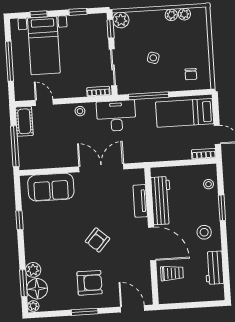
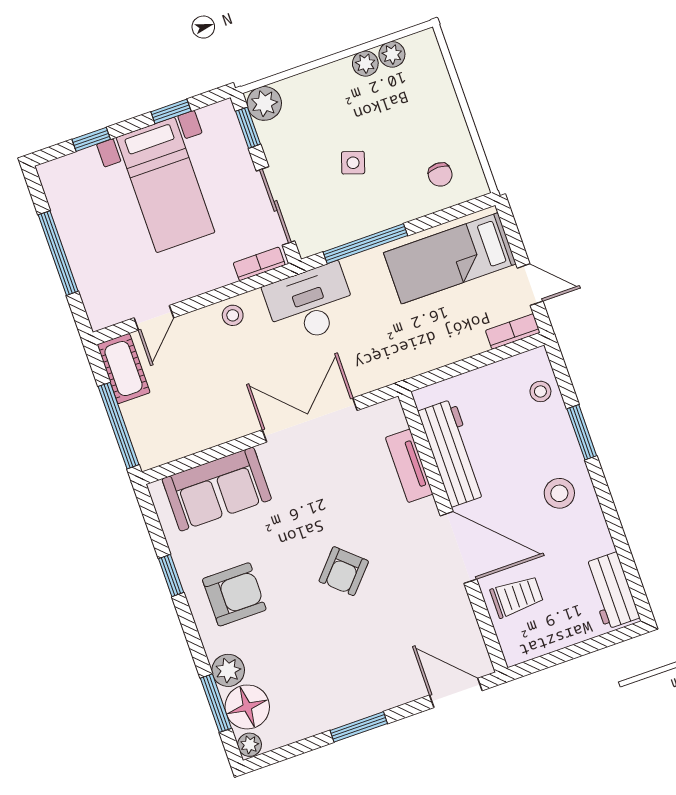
bed with nightstands: (44, 46) -> (166, 185), moved
door: (44, 102) -> (154, 318), swing flipped
workbench: (214, 268) -> (611, 591), moved
armchair: (90, 283) -> (234, 594), moved

